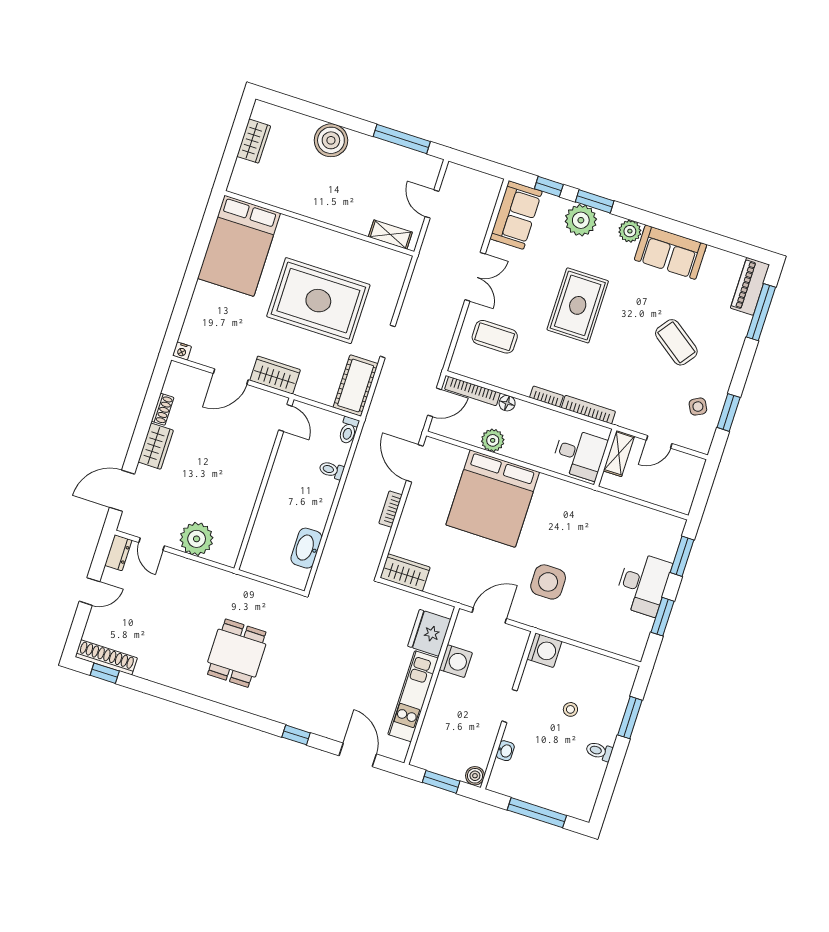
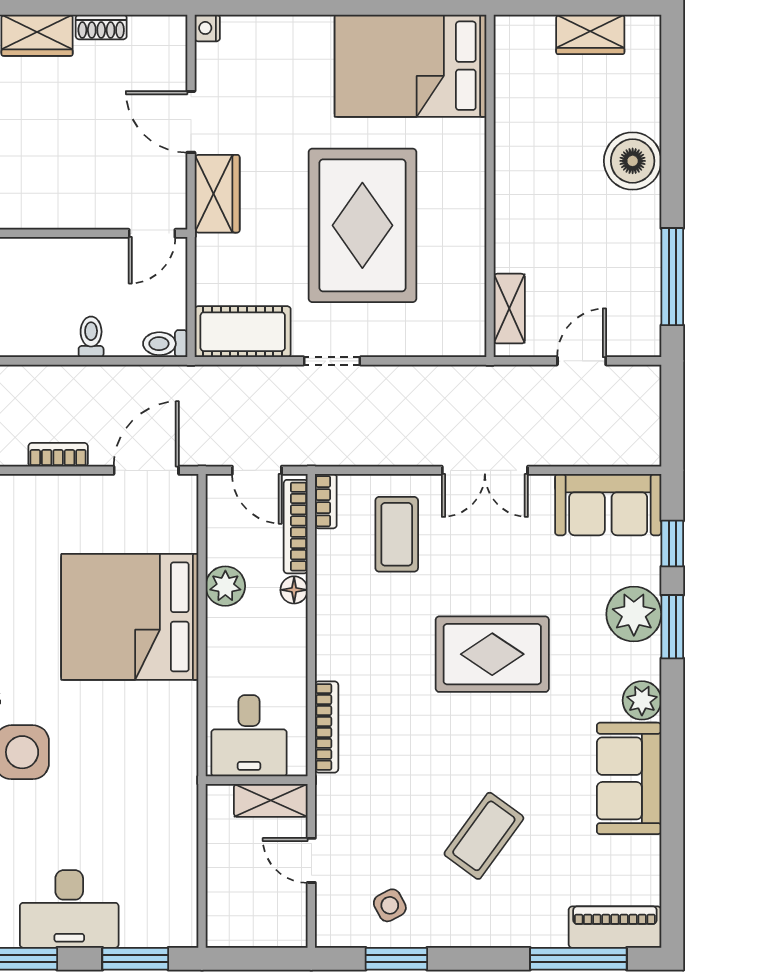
bookcase: (546, 397) -> (326, 501), moved

